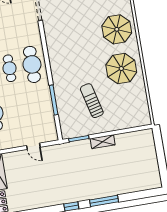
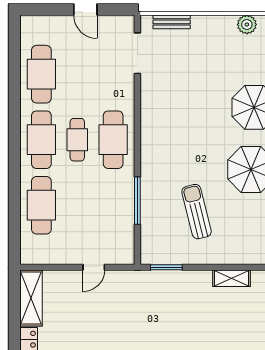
shelving: (103, 142) -> (231, 278), moved
door: (33, 146) -> (94, 267), hinge flipped

